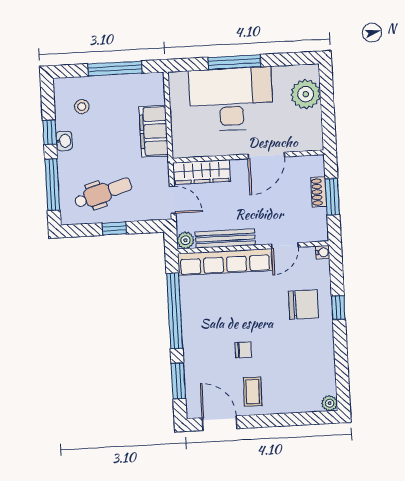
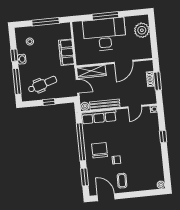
row of seats: (225, 262) -> (99, 117), width x0.73
chair: (303, 305) -> (100, 150), moved, turned -90

